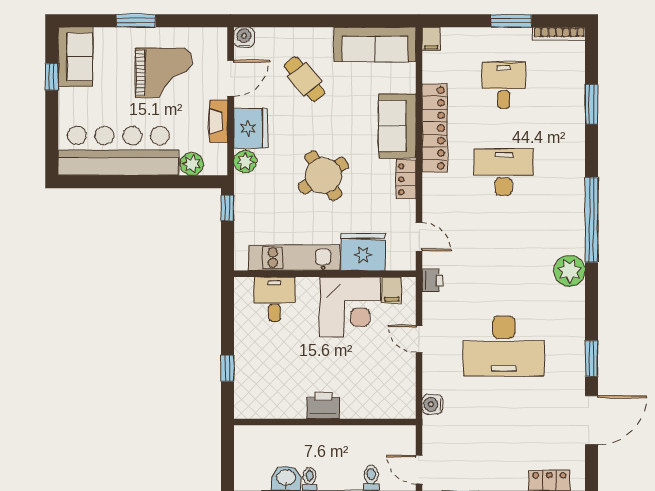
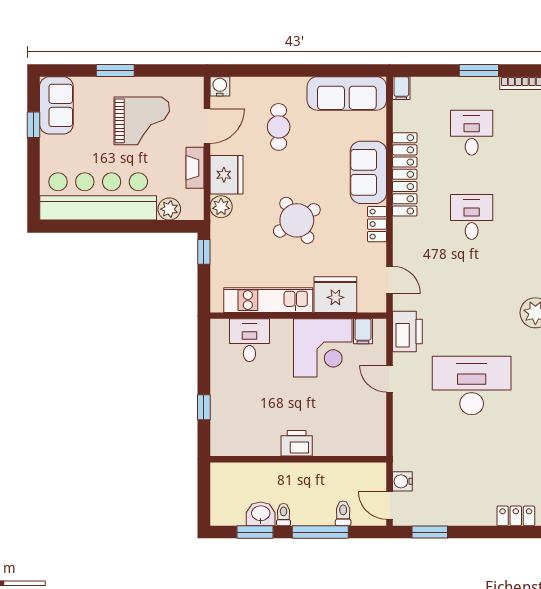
cafe table: (305, 79) -> (279, 127), turned 39
desk: (504, 172) -> (472, 217), width x0.73
printer: (432, 280) -> (407, 332), width x1.87, depth x1.48
desk: (504, 346) -> (472, 385), turned 180
water cooler: (432, 404) -> (402, 481), moved

